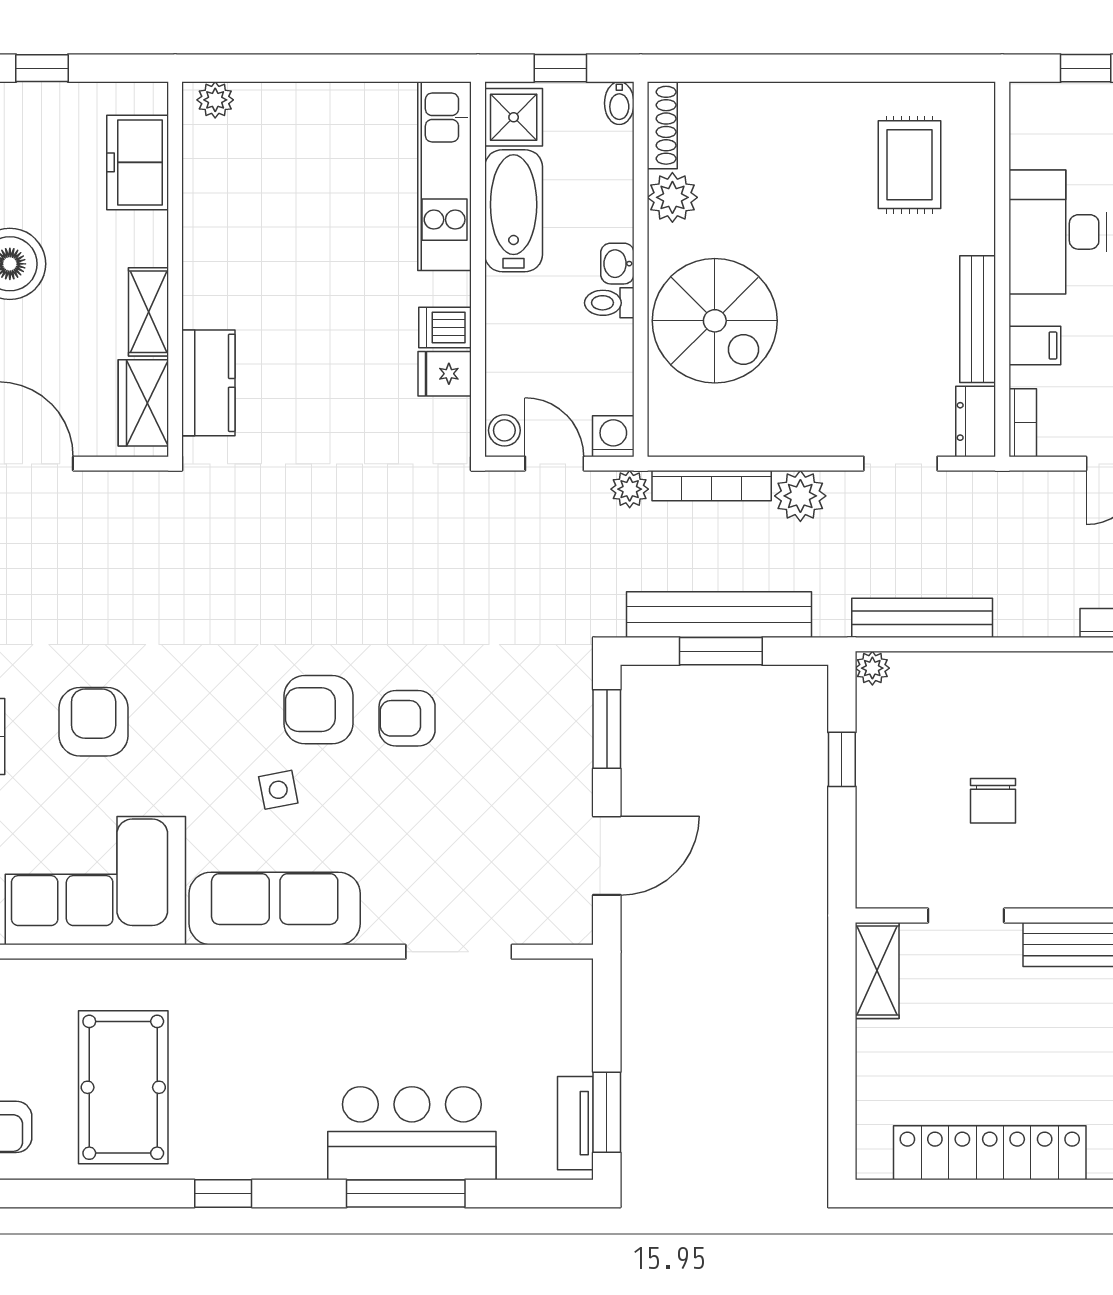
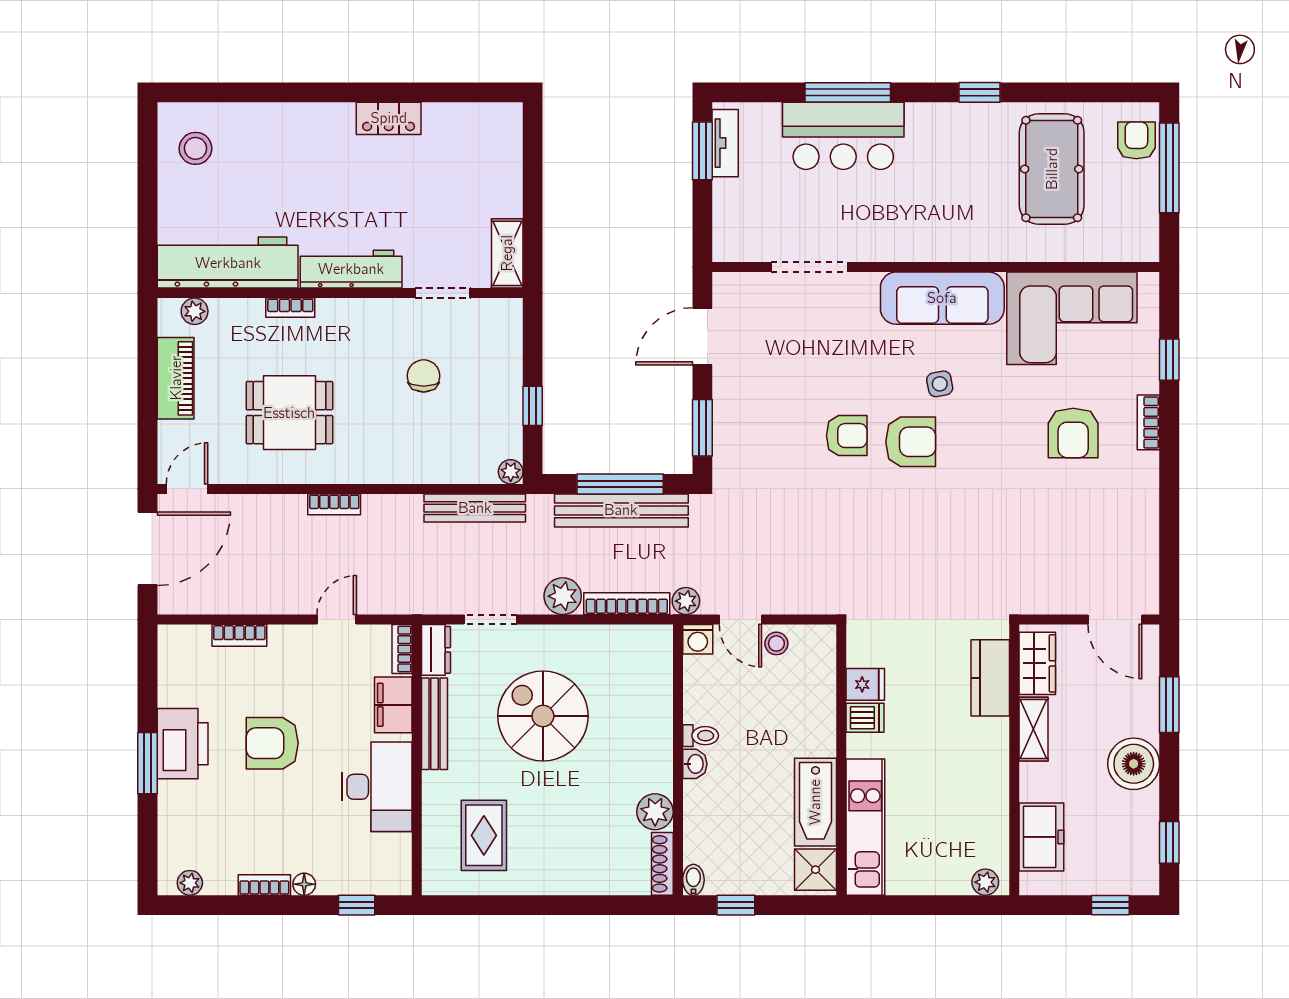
shower: (514, 117) -> (815, 870), moved
kitchen unit: (445, 176) -> (865, 827), moved
bathtub: (514, 211) -> (815, 802), moved
wall: (478, 269) -> (841, 760), moved
spiral stairs: (715, 321) -> (543, 716), moved
dishwasher: (445, 327) -> (865, 718), moved
filing cabinet: (1035, 345) -> (393, 705), width x2.00
fridge: (445, 374) -> (865, 684), moved
window: (721, 651) -> (620, 484), width x1.44
locker: (990, 1153) -> (389, 118), width x0.46, depth x0.83

